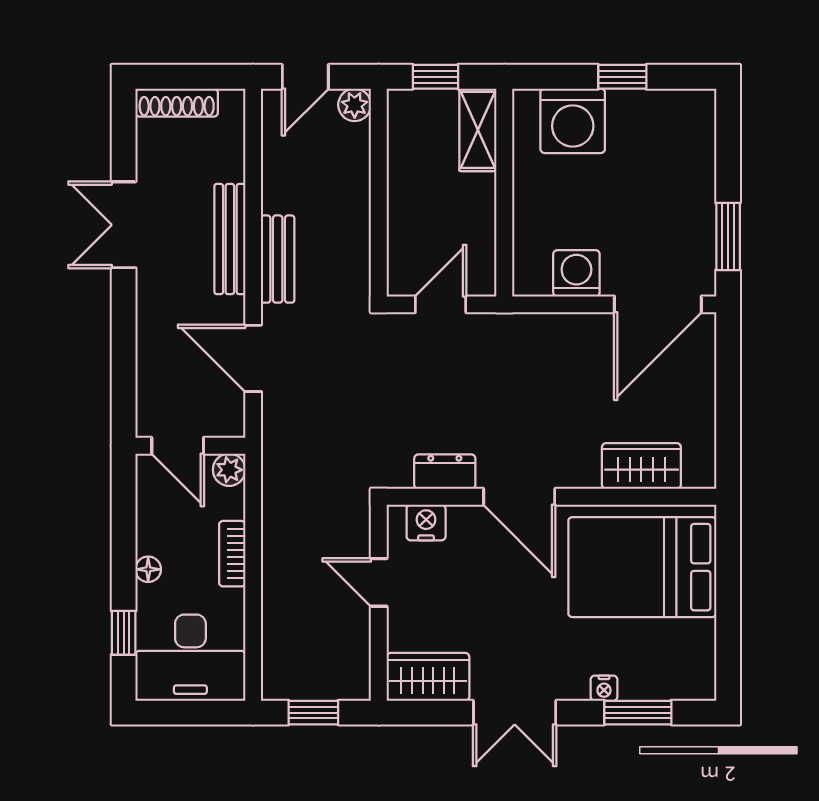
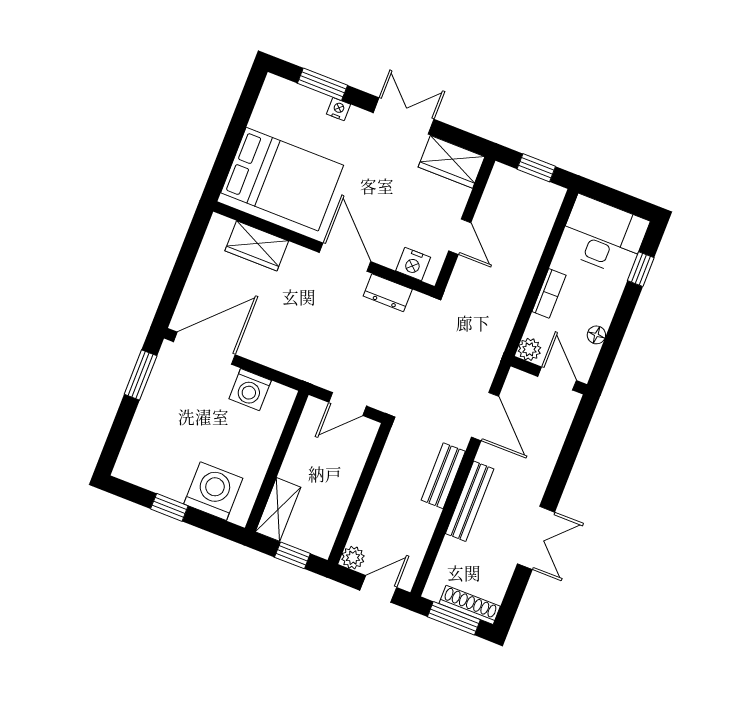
window: (191, 77) -> (454, 618), added
floor lamp: (148, 569) -> (596, 335), moved

